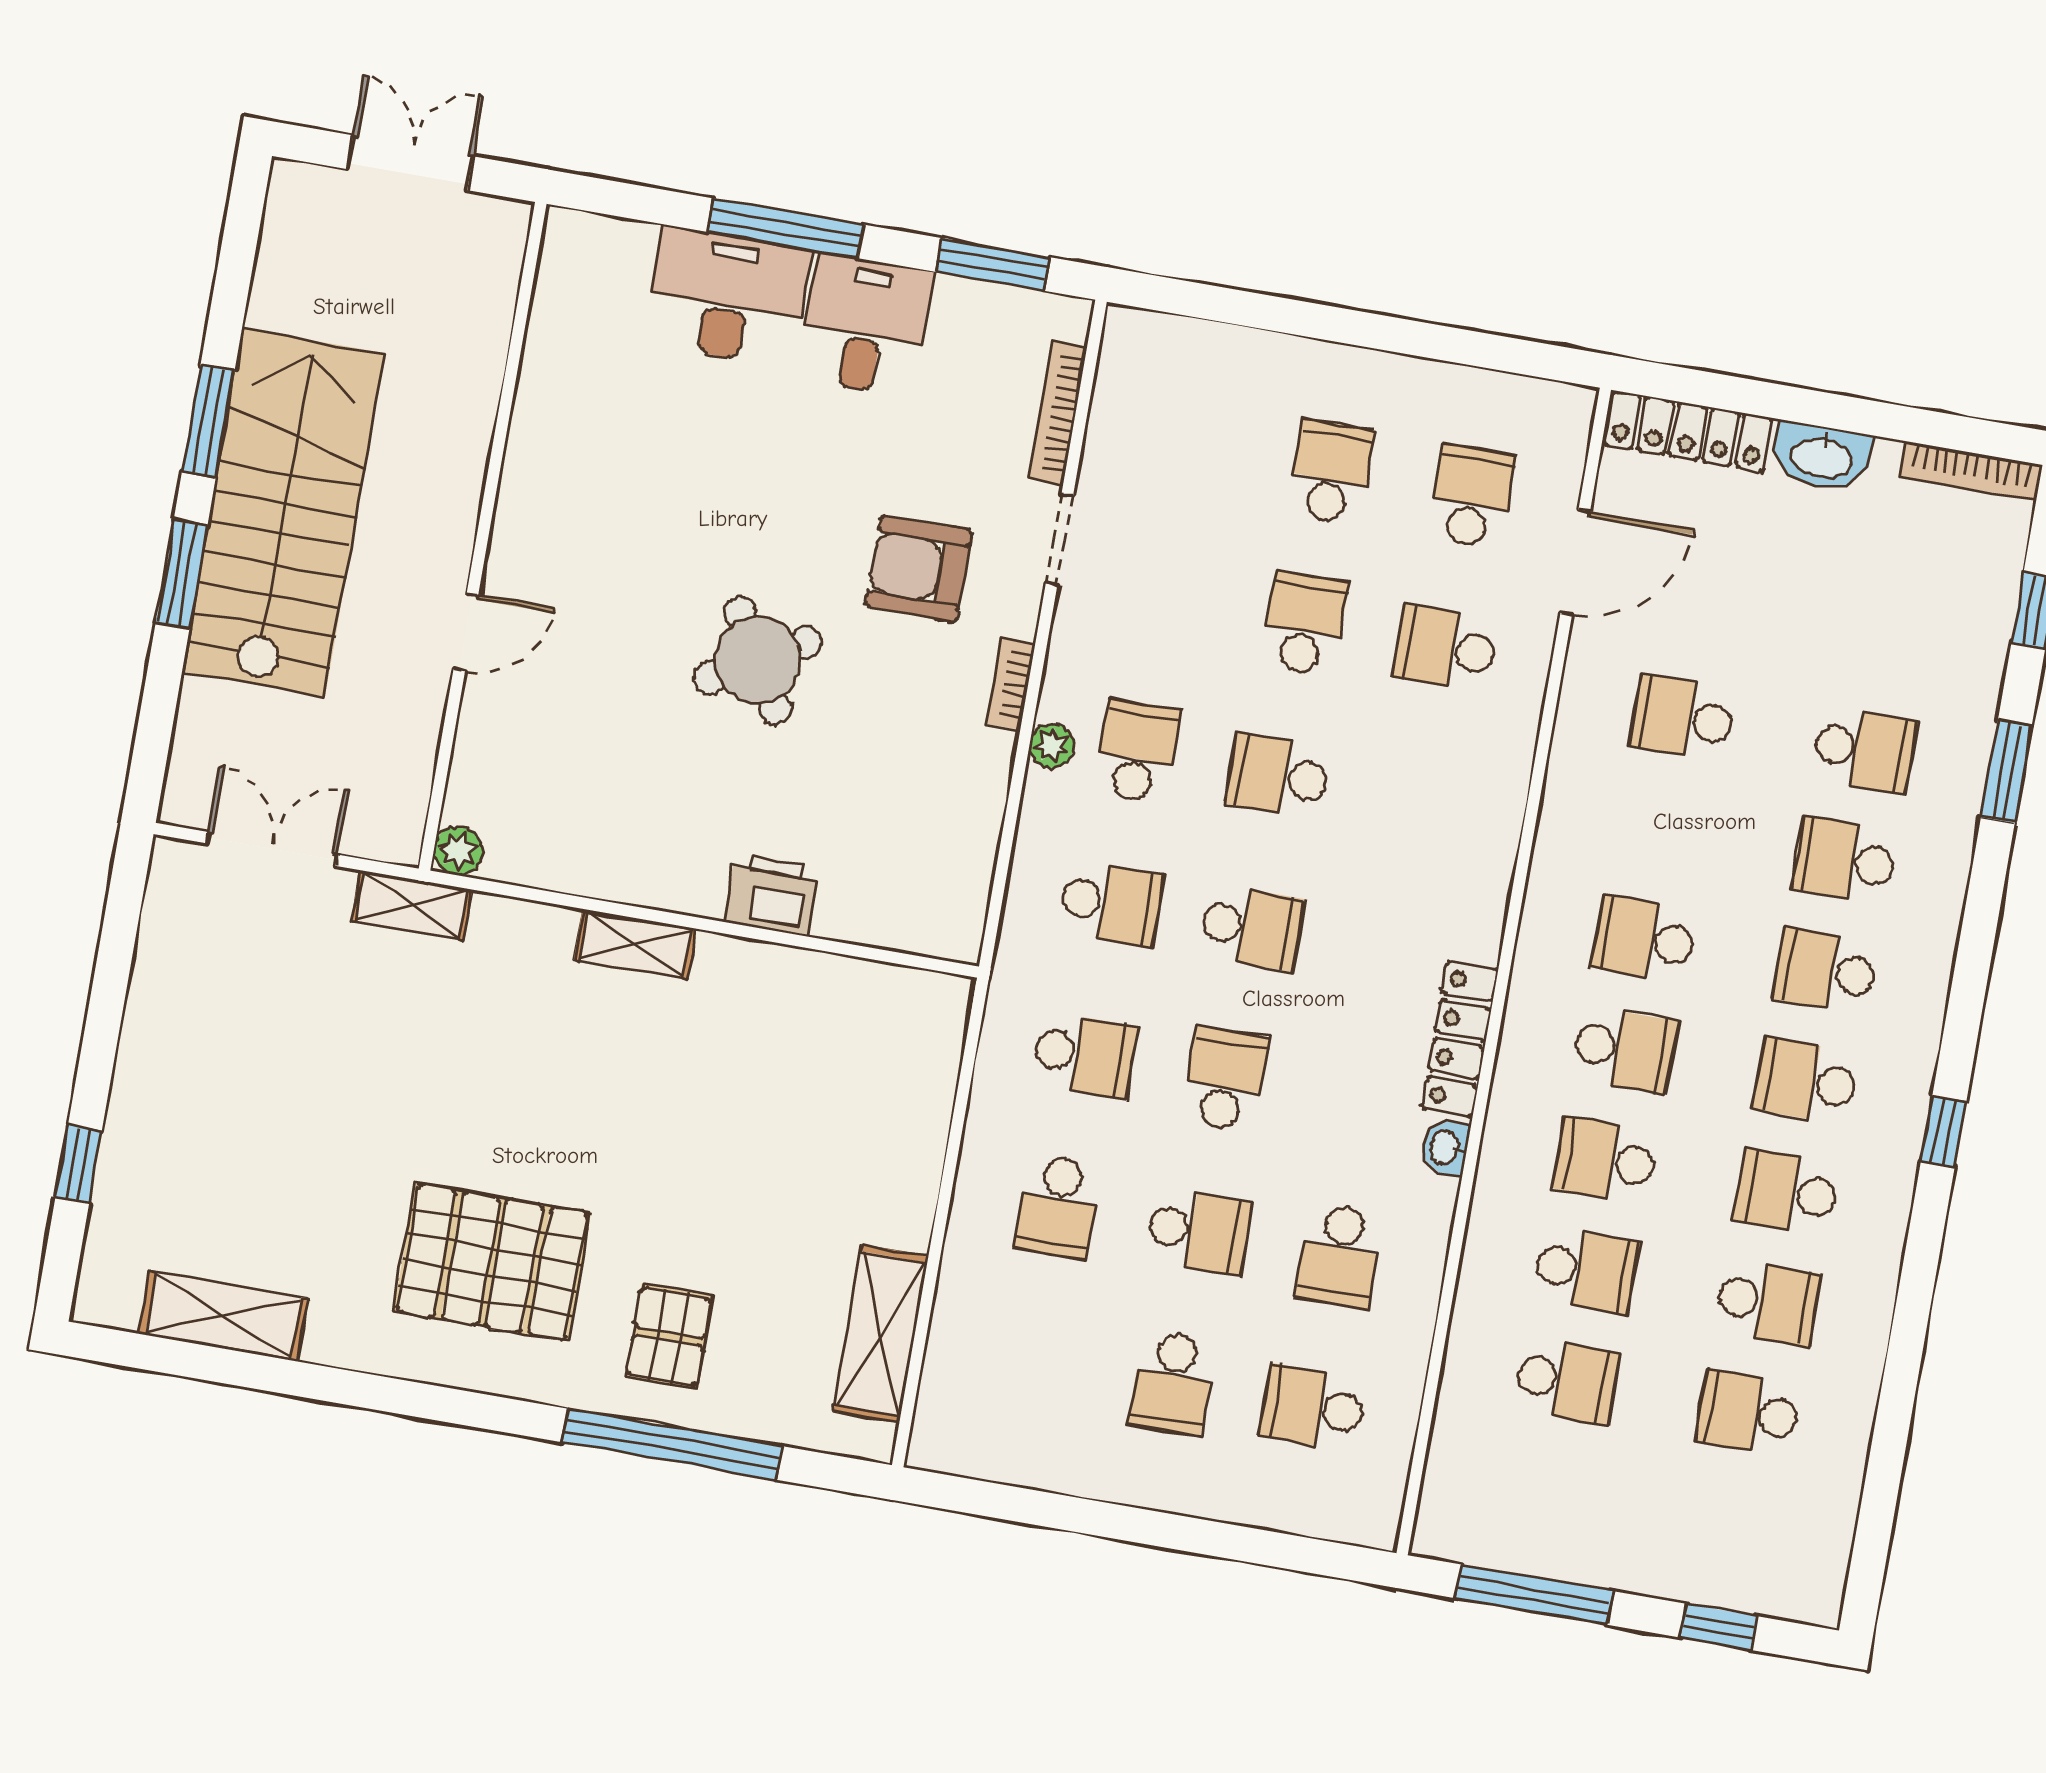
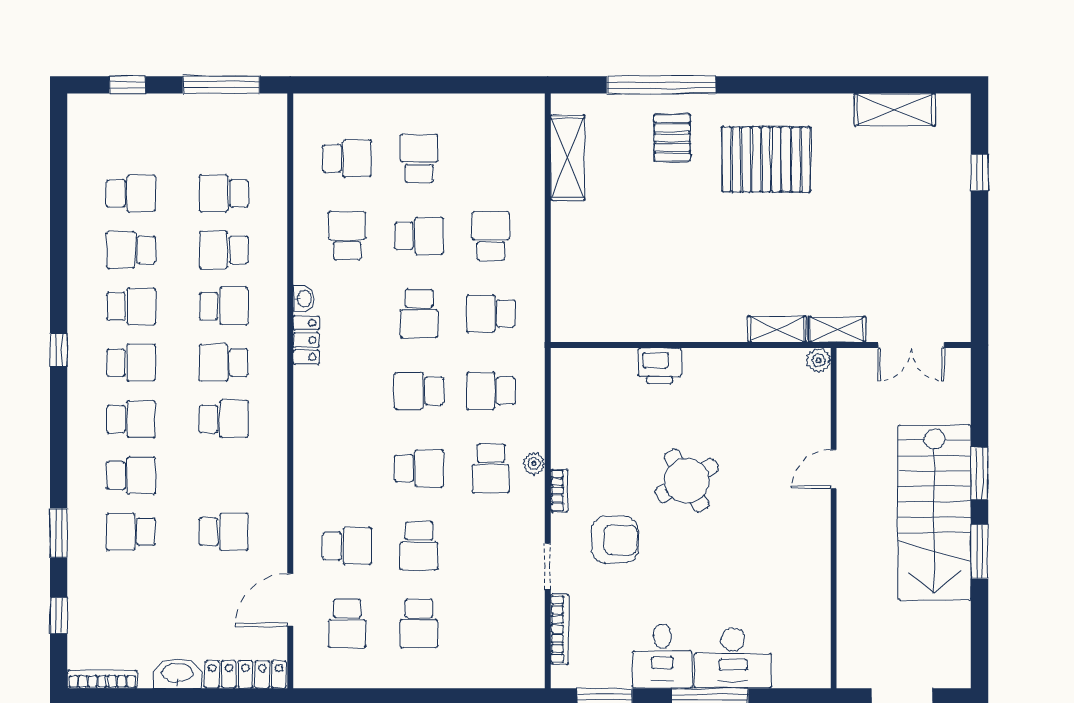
shelving: (635, 944) -> (777, 329), moved
locker: (1460, 1039) -> (306, 340), width x0.66
school desk: (1199, 1231) -> (419, 236), turned 180

